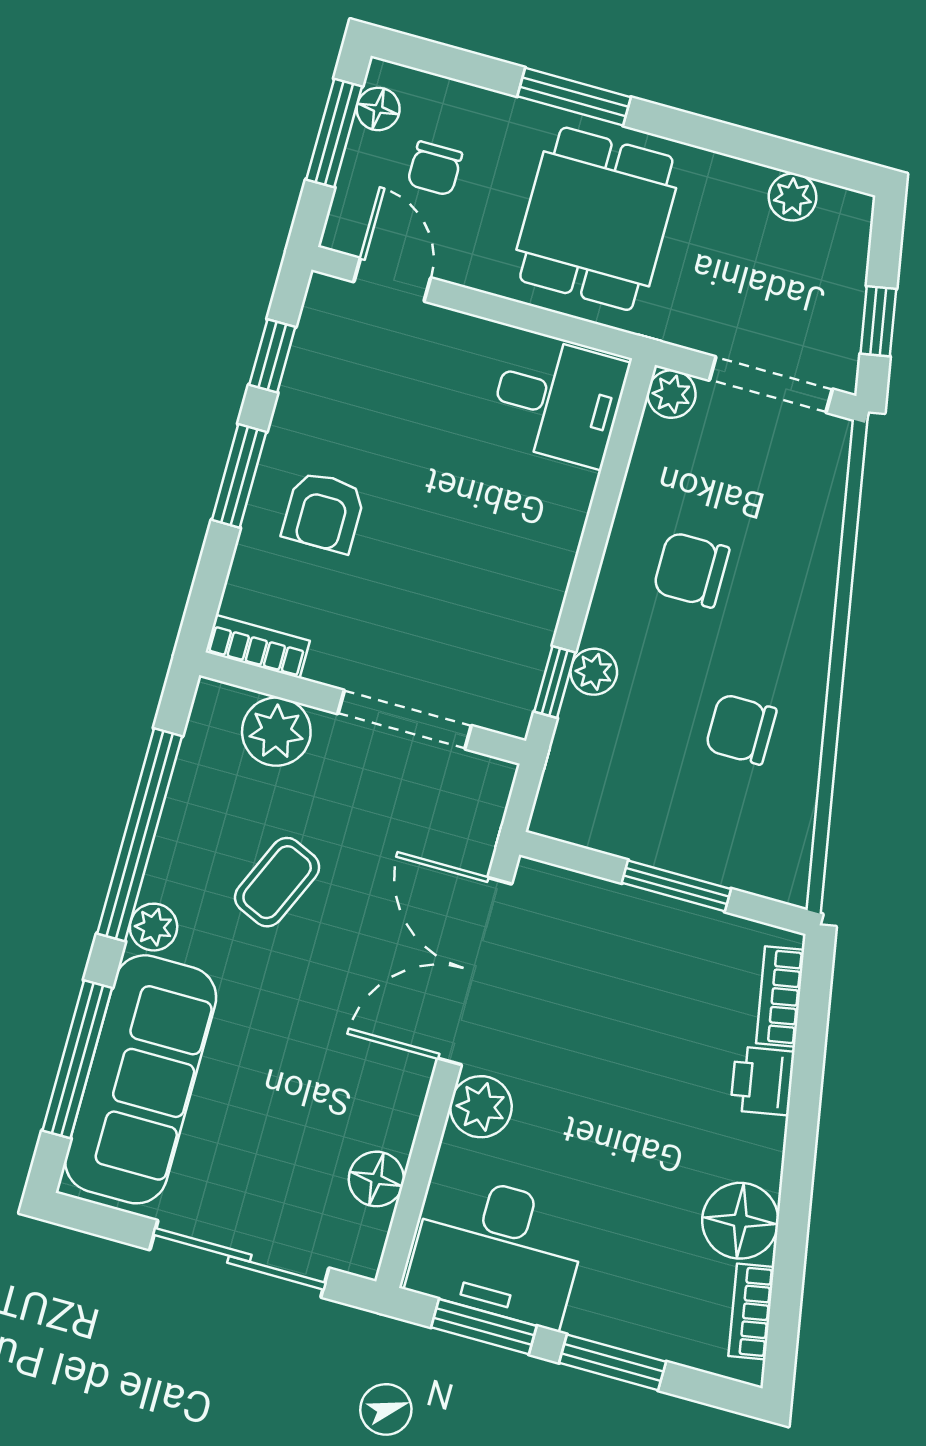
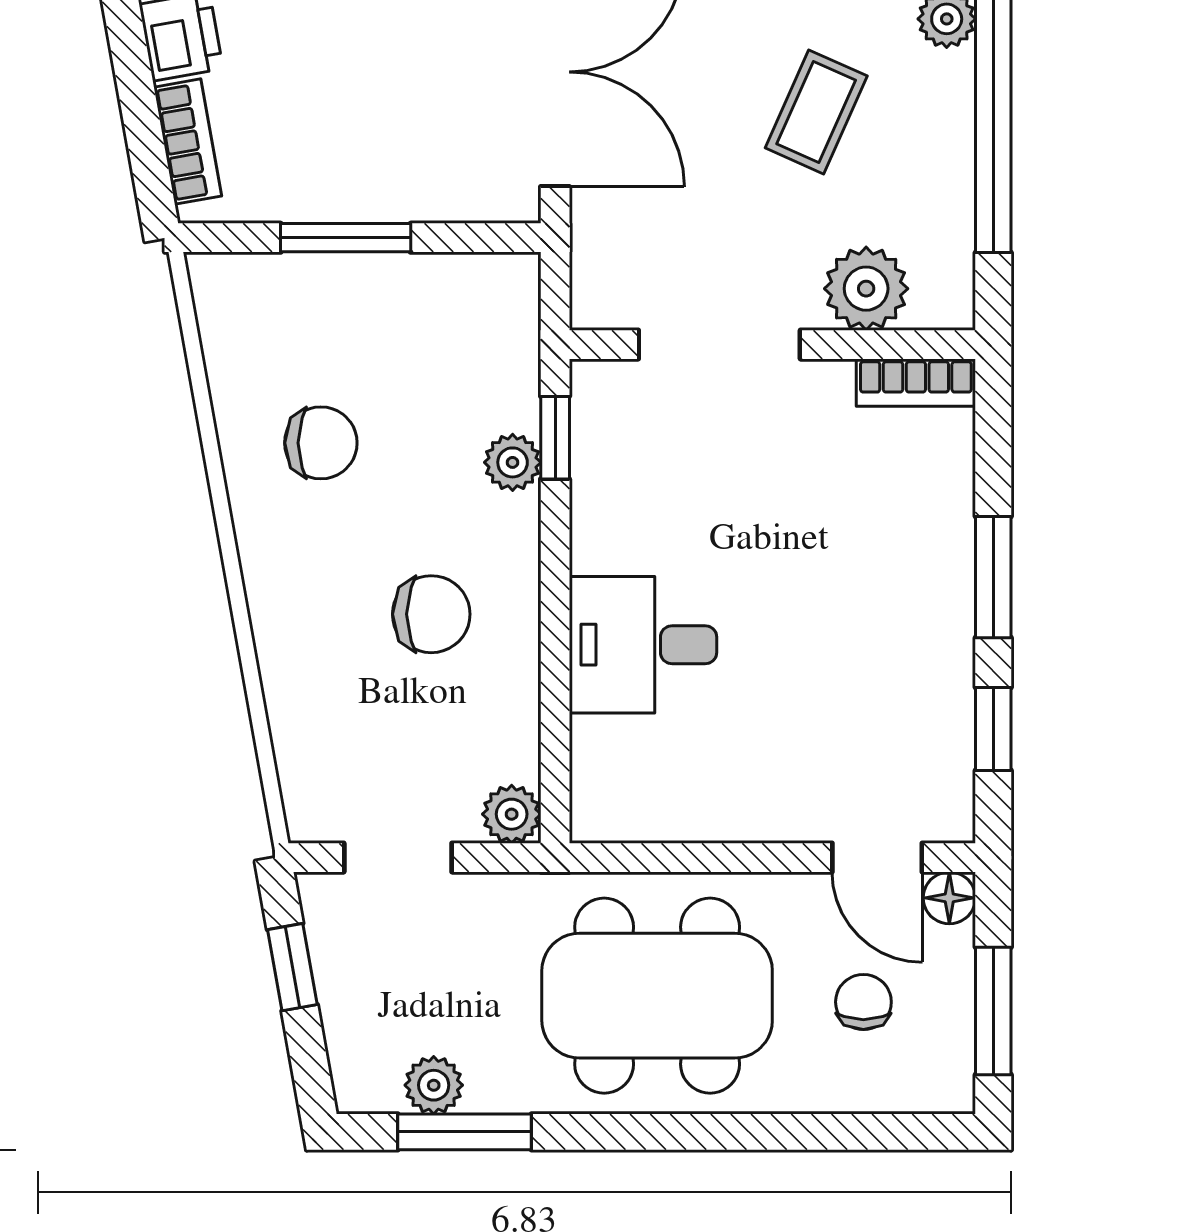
window: (574, 97) -> (465, 1132), moved
floor lamp: (378, 109) -> (949, 898), moved
dining table: (596, 219) -> (657, 996), width x1.38
doorway: (771, 385) -> (398, 858), width x0.73
desk: (558, 401) -> (643, 645), moved
armchair: (324, 512) -> (882, 562), removed

